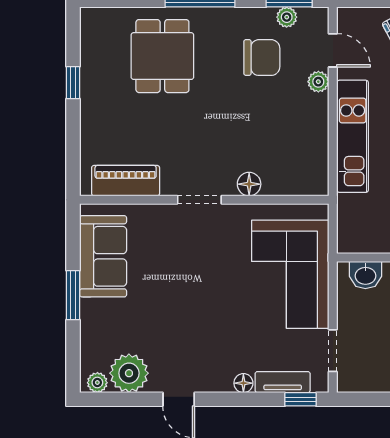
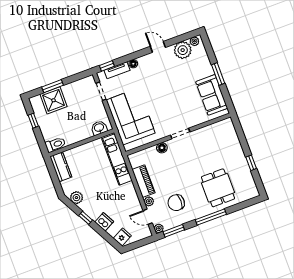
plant: (287, 17) -> (159, 228), moved
kitchen unit: (353, 136) -> (117, 160), moved
piano: (126, 181) -> (144, 181), moved, turned -90

